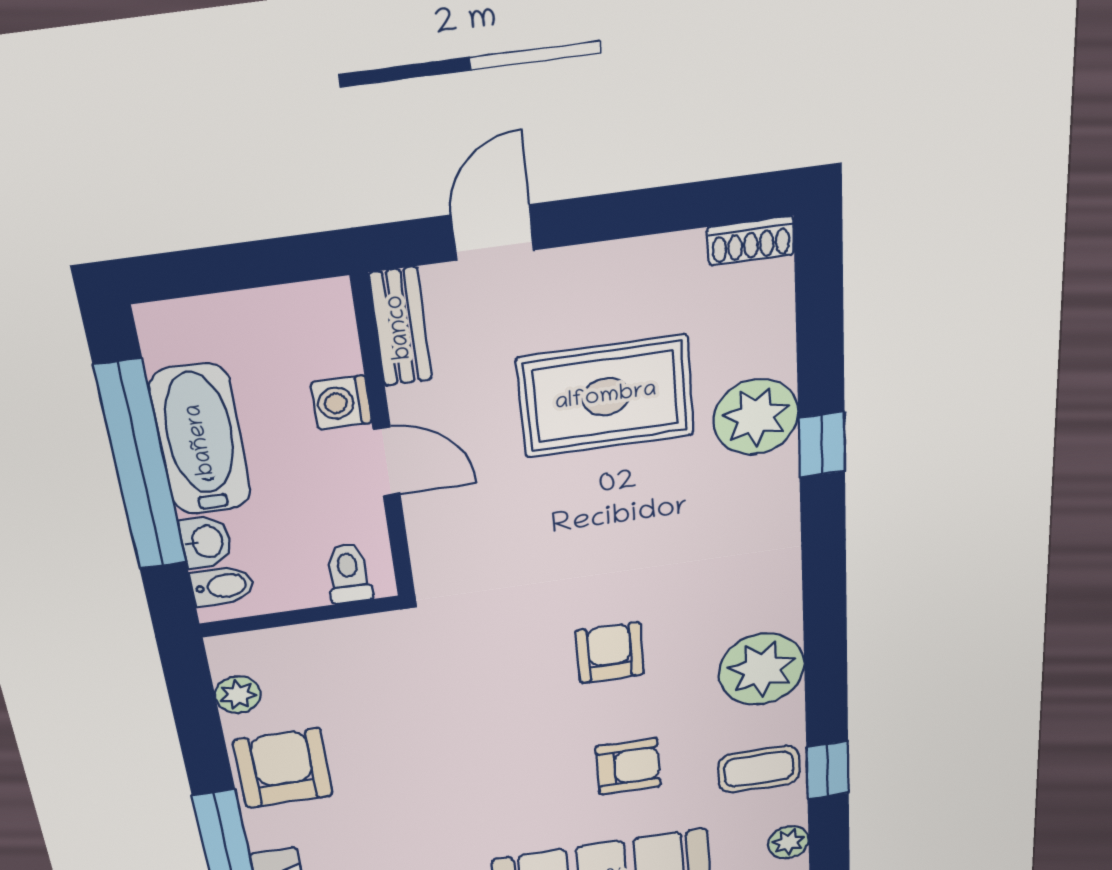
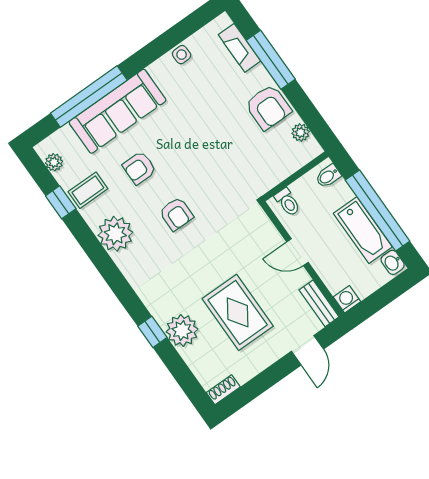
rug: (606, 397) -> (238, 312), turned 90
washing machine: (341, 402) -> (347, 299), moved, turned -90
washbasin: (206, 542) -> (393, 262), moved

